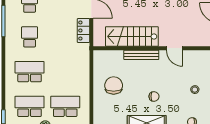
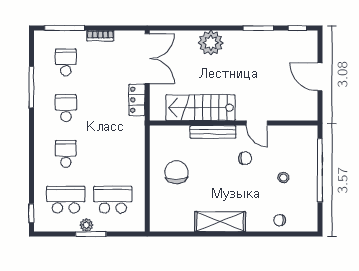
school desk: (30, 72) -> (66, 154), width x0.54
chair: (154, 96) -> (245, 158), moved

